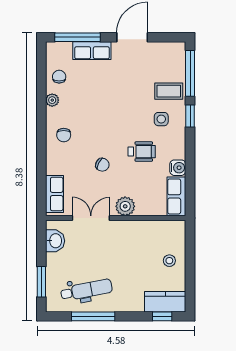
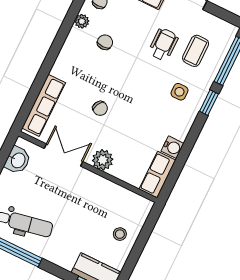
coffee table: (169, 91) -> (196, 51), moved, turned 90
chair: (64, 135) -> (105, 42), moved, turned 180
wheelchair: (142, 152) -> (163, 44), moved, turned -90
row of seats: (55, 194) -> (44, 105), width x1.48

